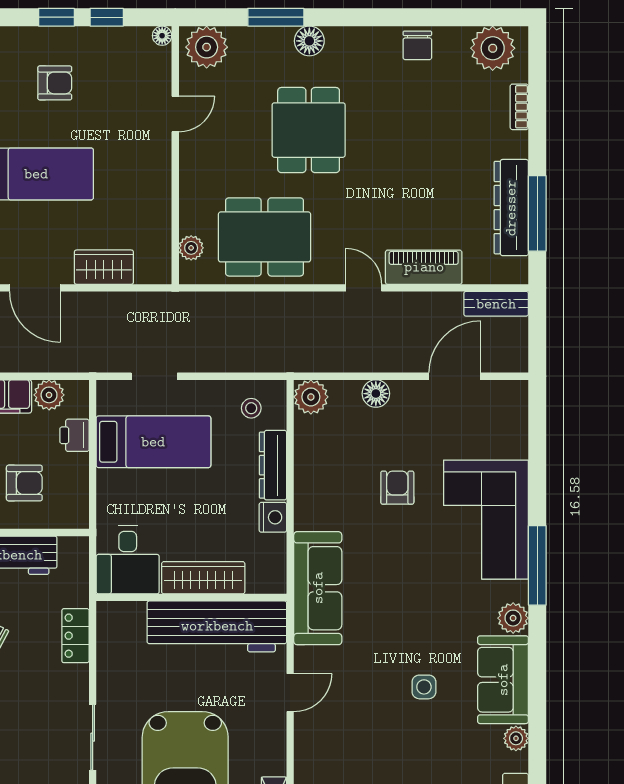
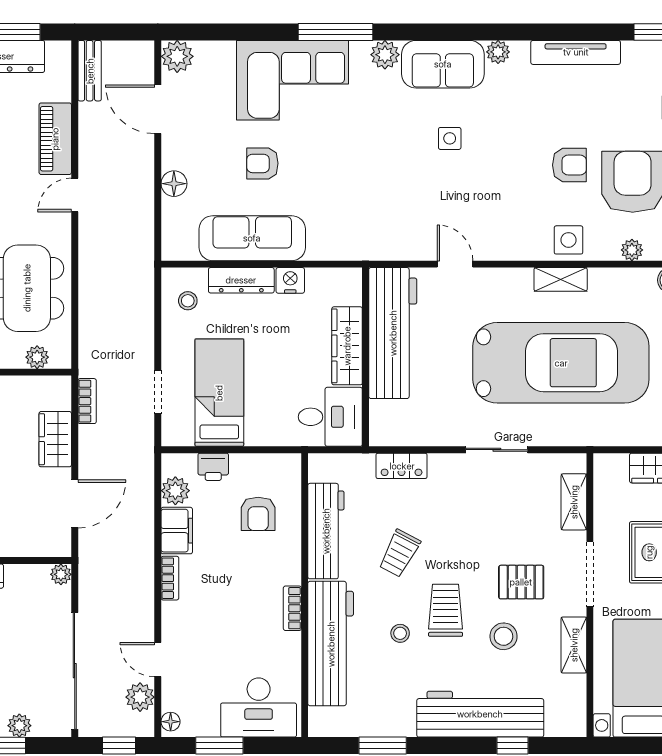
bookcase: (144, 301) -> (87, 401), added
plant: (311, 397) -> (177, 56), moved
armchair: (24, 483) -> (258, 514), turned 180
sofa: (318, 588) -> (252, 238), moved

